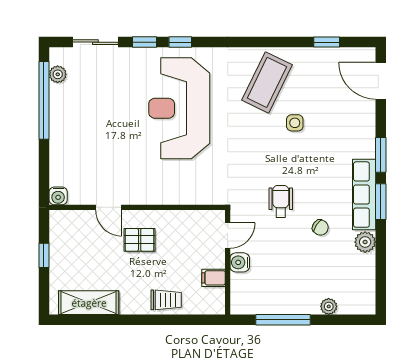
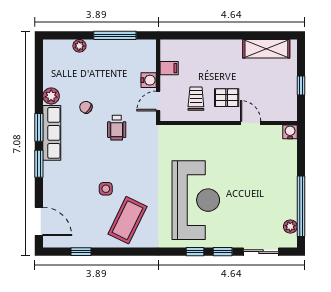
trolley: (166, 300) -> (196, 99), moved, turned 90

